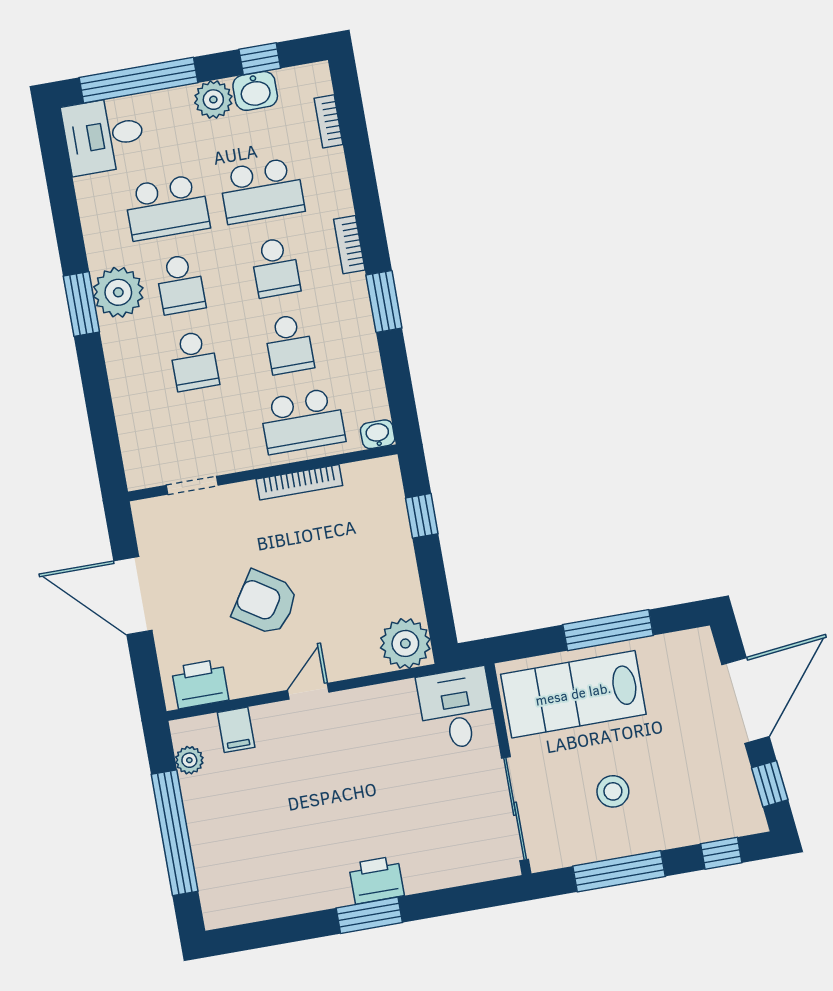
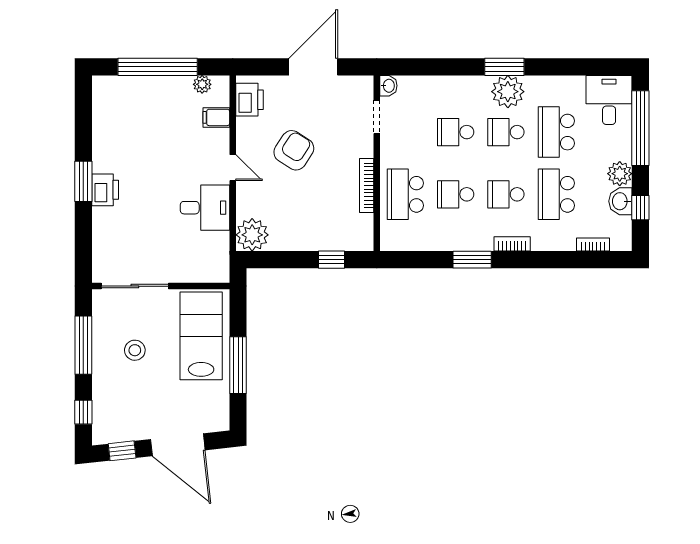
washbasin: (378, 434) -> (388, 86), moved
desk: (457, 709) -> (205, 208), moved

